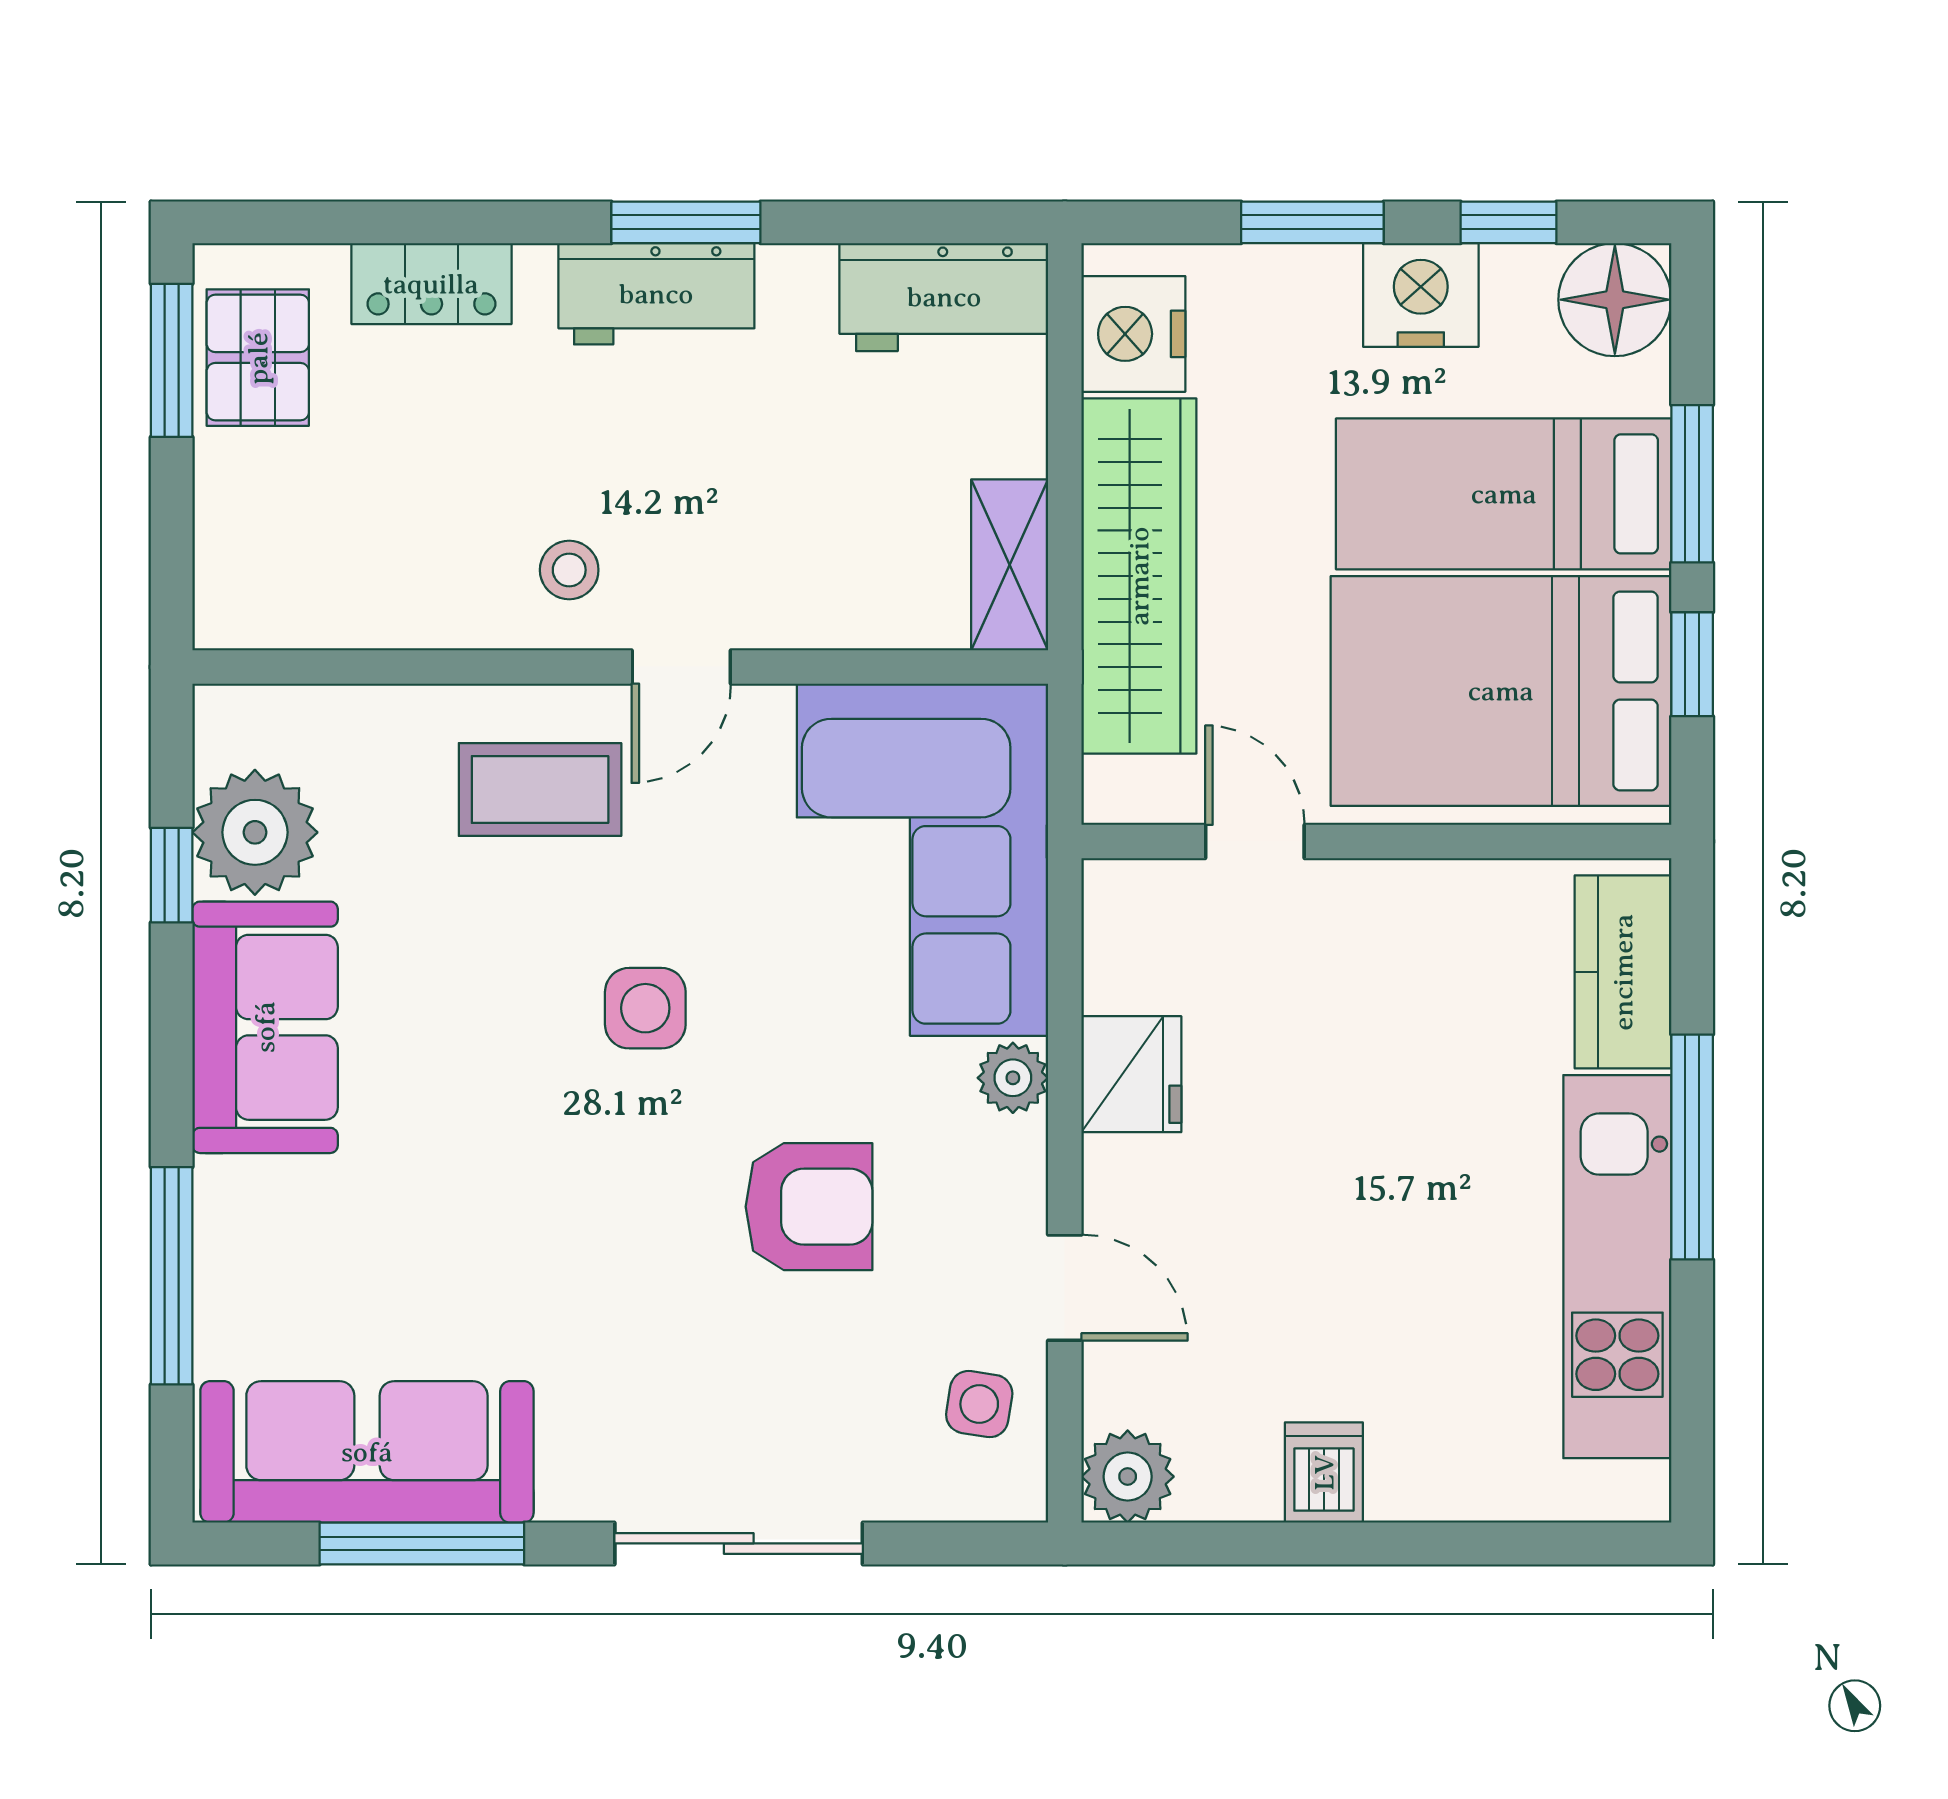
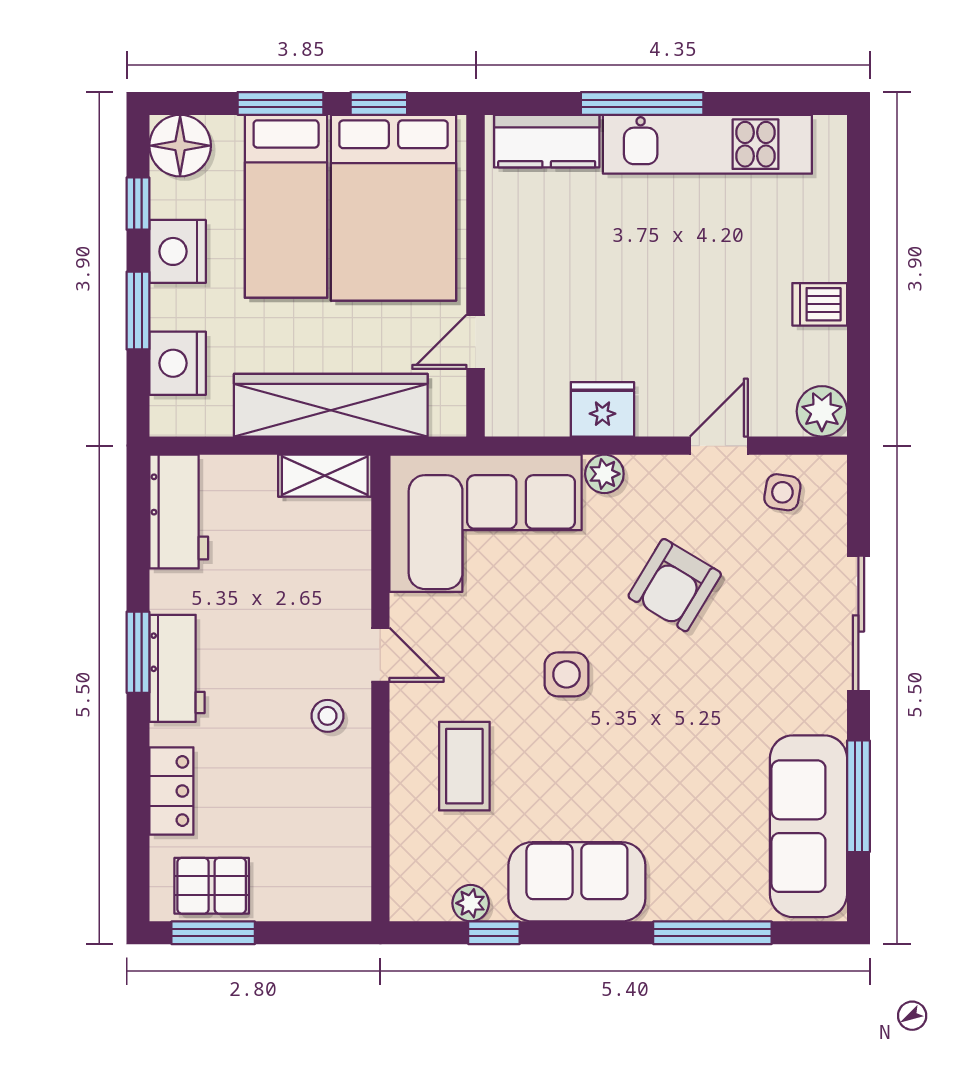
nightstand: (1133, 334) -> (178, 363), moved, turned 90
coffee table: (540, 790) -> (464, 766), moved
plant: (255, 832) -> (471, 903), width x0.53, depth x0.53
armchair: (809, 1207) -> (675, 585), turned -149

